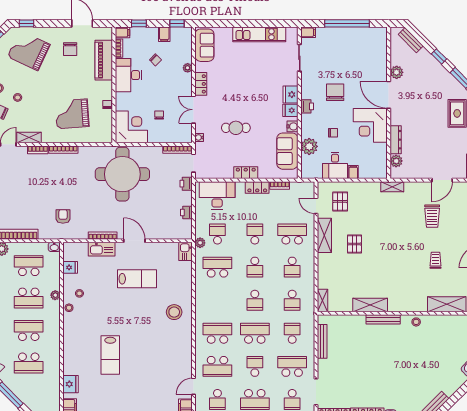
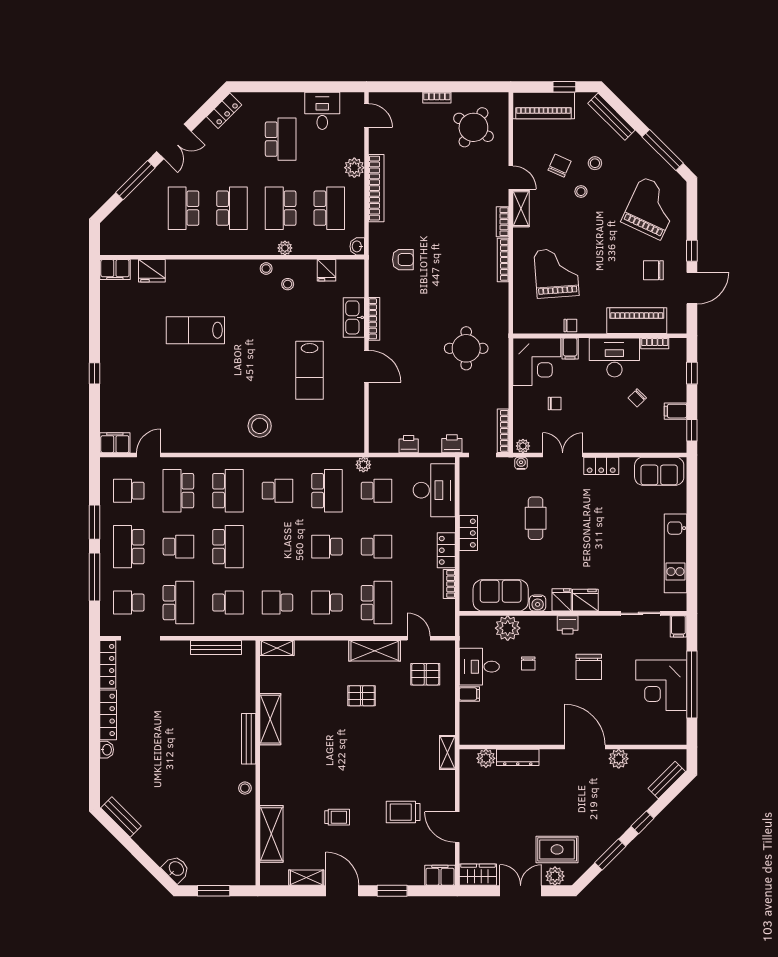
window: (27, 23) -> (692, 251), moved
filing cabinet: (122, 33) -> (570, 348), moved
plant: (188, 68) -> (523, 446), moved
chair: (335, 92) -> (589, 667), turned 90
door: (389, 95) -> (585, 747), hinge flipped
corner desk: (370, 125) -> (661, 685), moved, turned -90
round table: (122, 174) -> (466, 348), width x0.54, depth x0.54
door: (316, 206) -> (419, 638), hinge flipped
door: (134, 241) -> (366, 366), hinge flipped
kitchen sink: (185, 251) -> (351, 443), removed
school desk: (255, 300) -> (277, 491), moved, turned 180
door: (194, 386) -> (149, 455), hinge flipped

